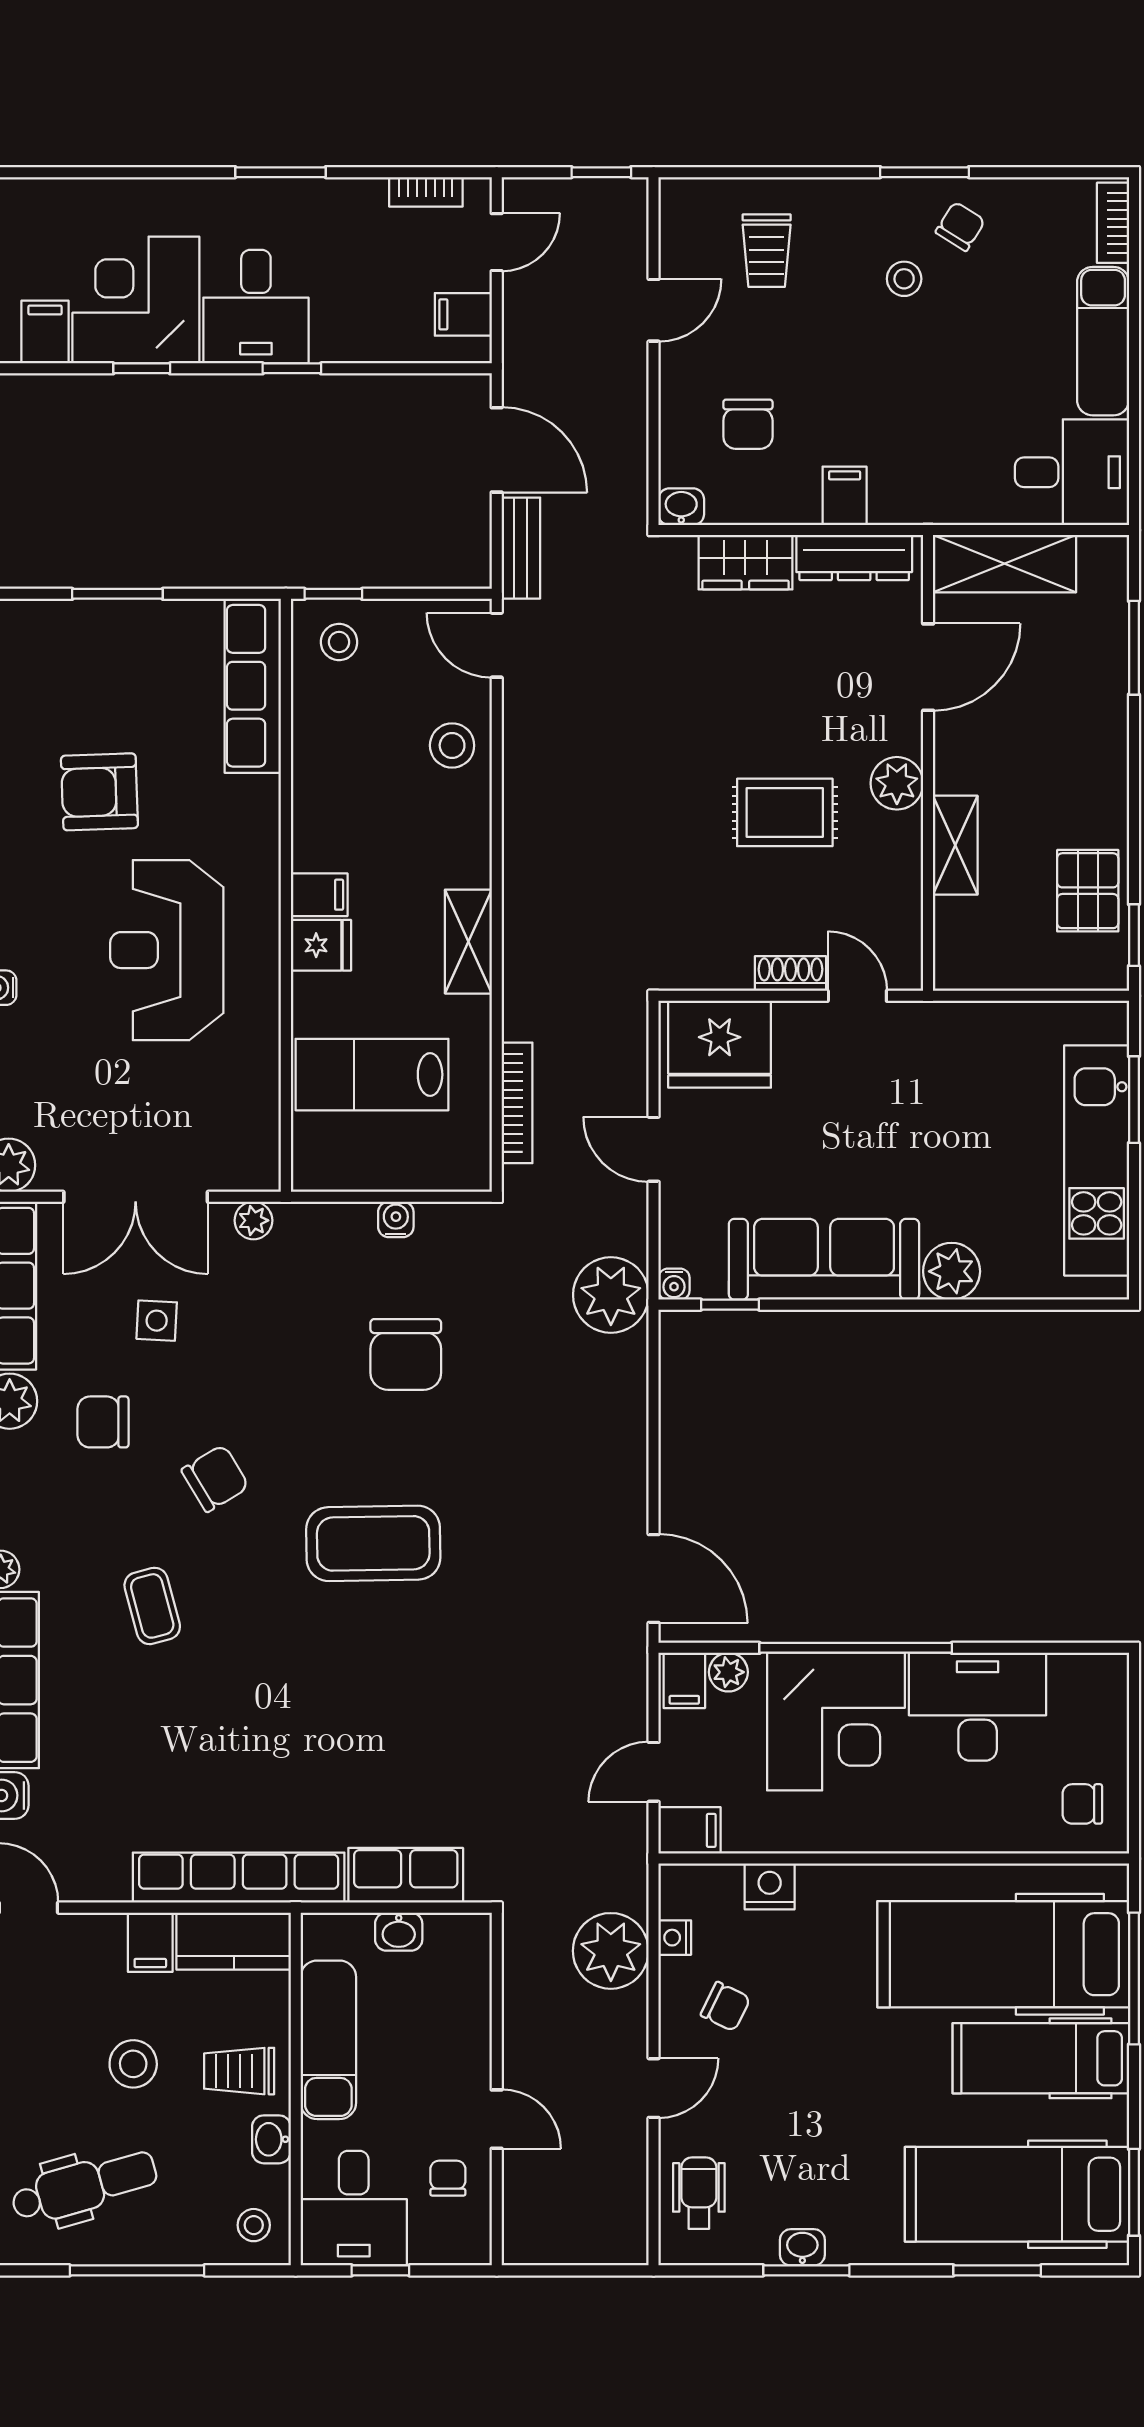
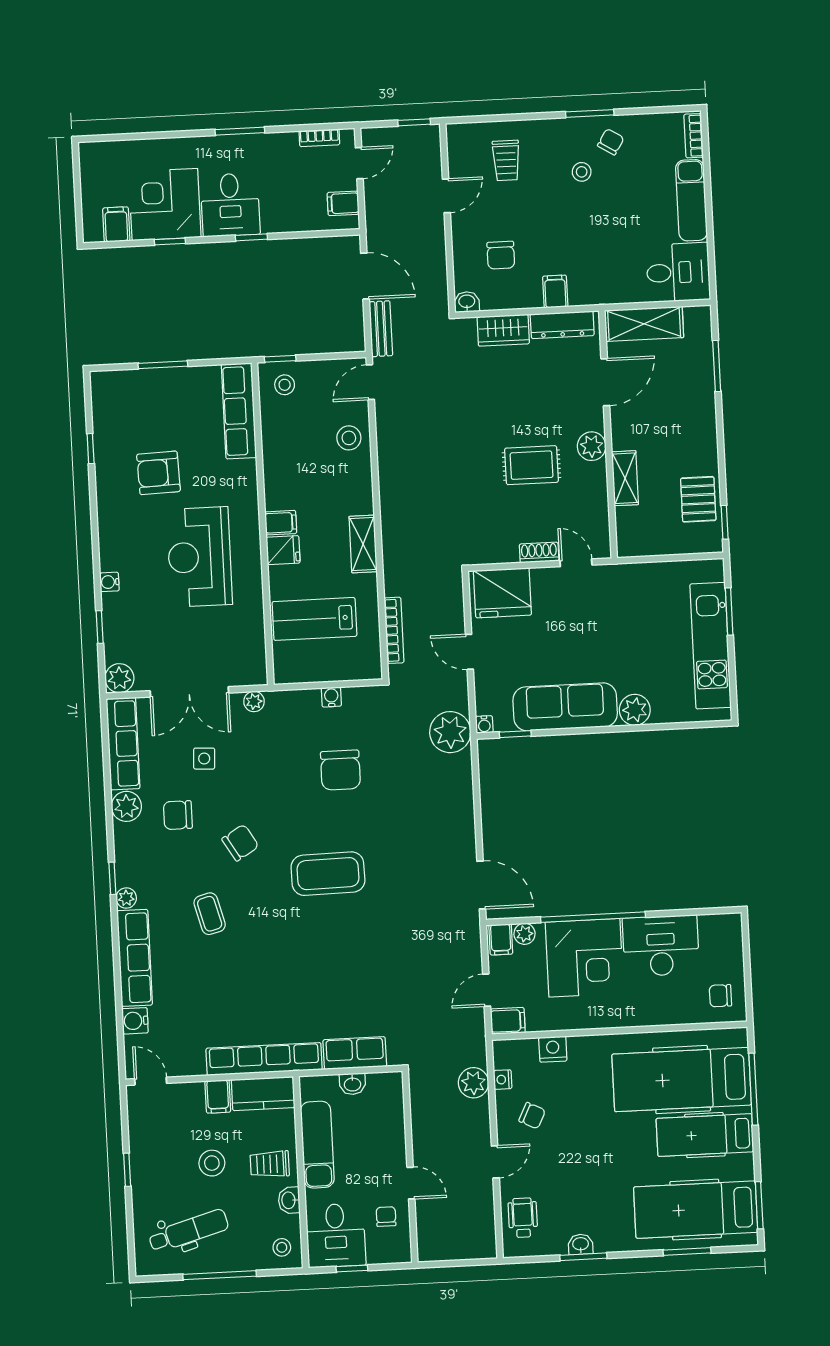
door: (497, 645) -> (370, 382), hinge flipped
plant: (611, 1951) -> (473, 1083), width x0.73, depth x0.73

